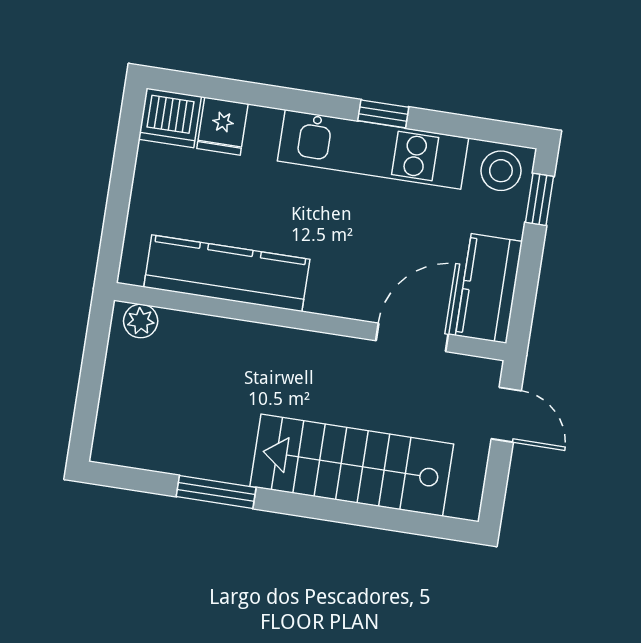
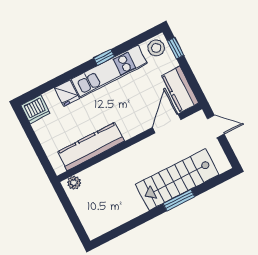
fridge: (222, 126) -> (67, 93), moved
window: (216, 492) -> (179, 200), moved

